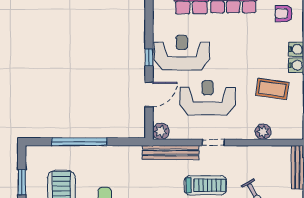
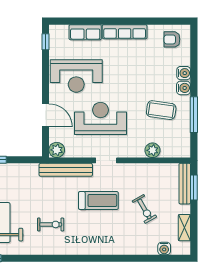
reception desk: (182, 52) -> (76, 76), turned 180
window: (149, 58) -> (46, 42), moved
door: (149, 94) -> (46, 115), hinge flipped

